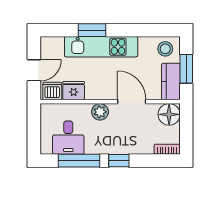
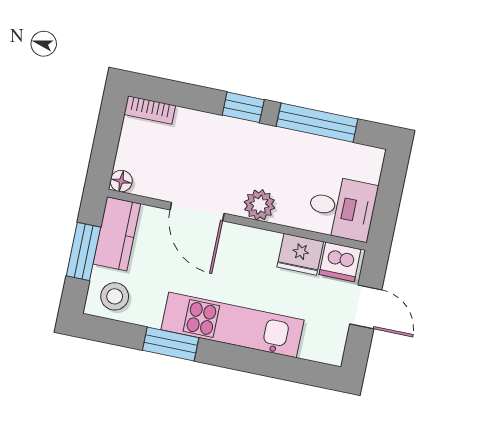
window: (92, 30) -> (171, 344), moved
door: (34, 70) -> (366, 307), swing flipped
floor lamp: (169, 114) -> (121, 181), width x0.53, depth x0.53
desk: (68, 138) -> (342, 208), moved, turned 90

